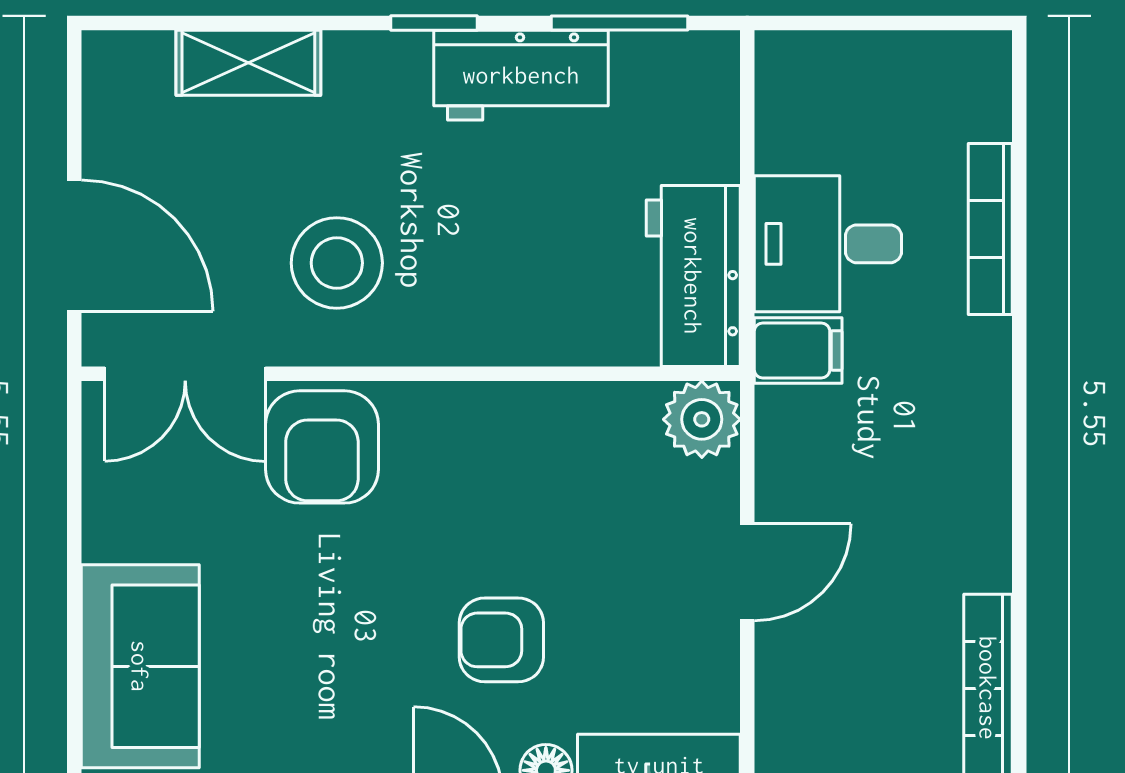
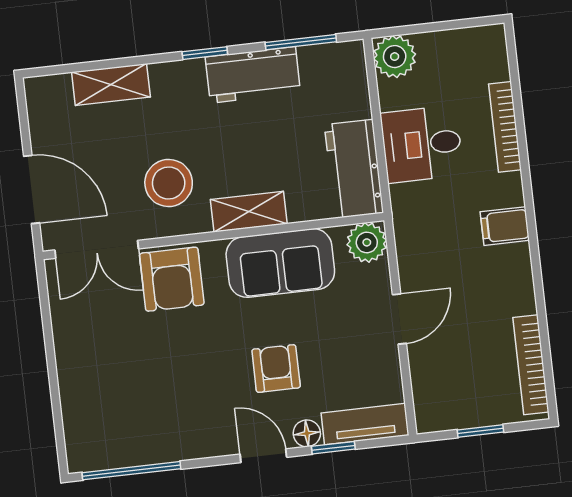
plant: (795, 71) -> (395, 57), added
shelving: (483, 335) -> (249, 212), added
filing cabinet: (798, 350) -> (505, 226), moved, turned 180
armchair: (501, 640) -> (276, 368), turned 90
sofa: (140, 666) -> (280, 263), moved, turned 90

